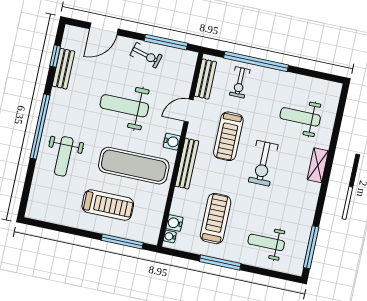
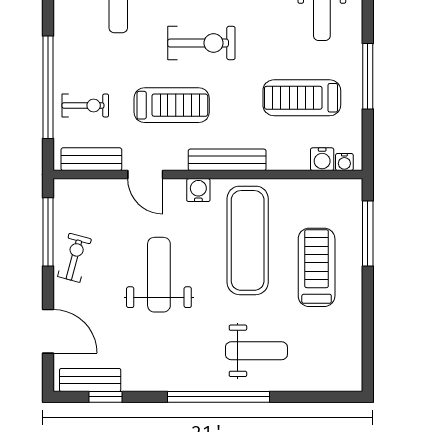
bench: (63, 69) -> (90, 380), moved
weight bench: (124, 106) -> (159, 275), turned 180

